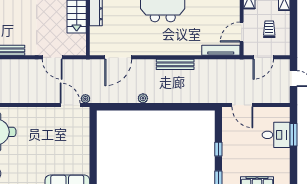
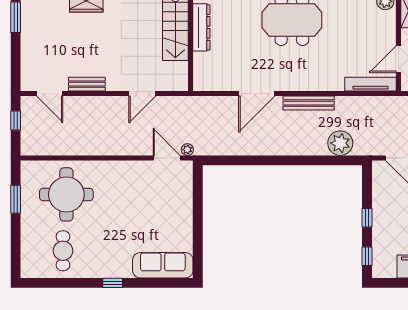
door: (52, 57) -> (142, 93), hinge flipped
door: (118, 57) -> (257, 93), moved
plant: (143, 98) -> (340, 143), moved, width x1.87, depth x1.87

